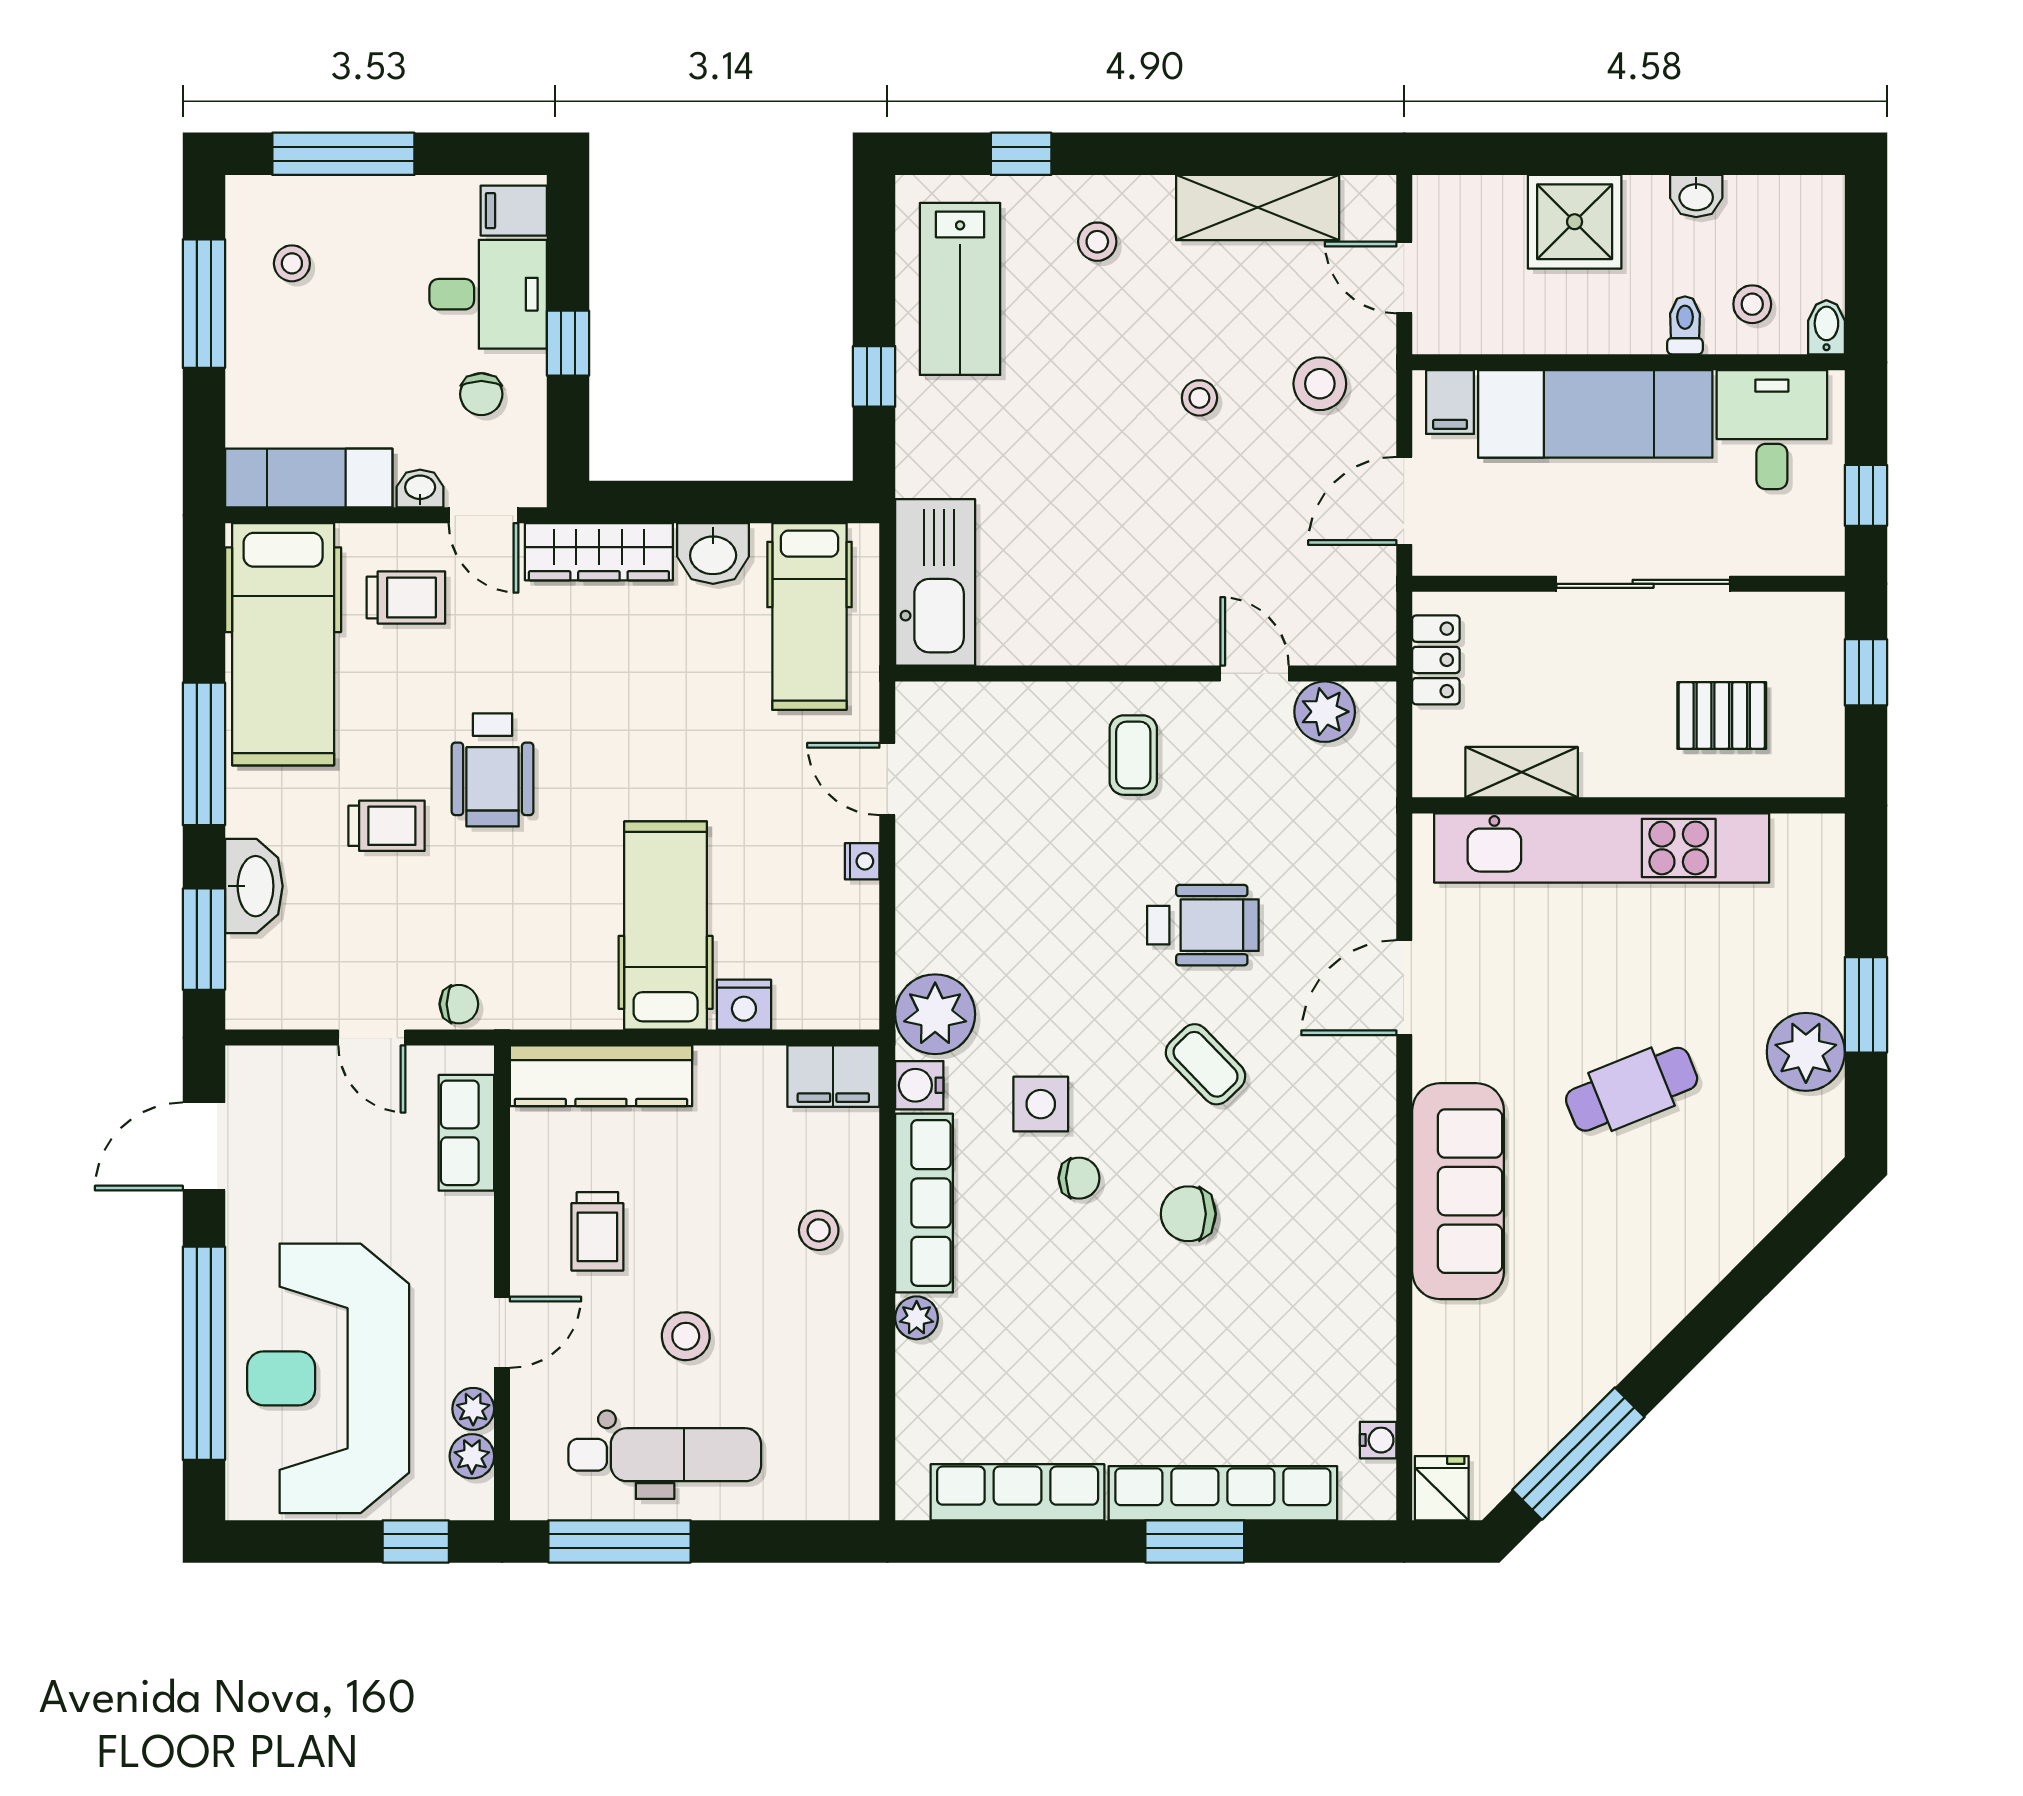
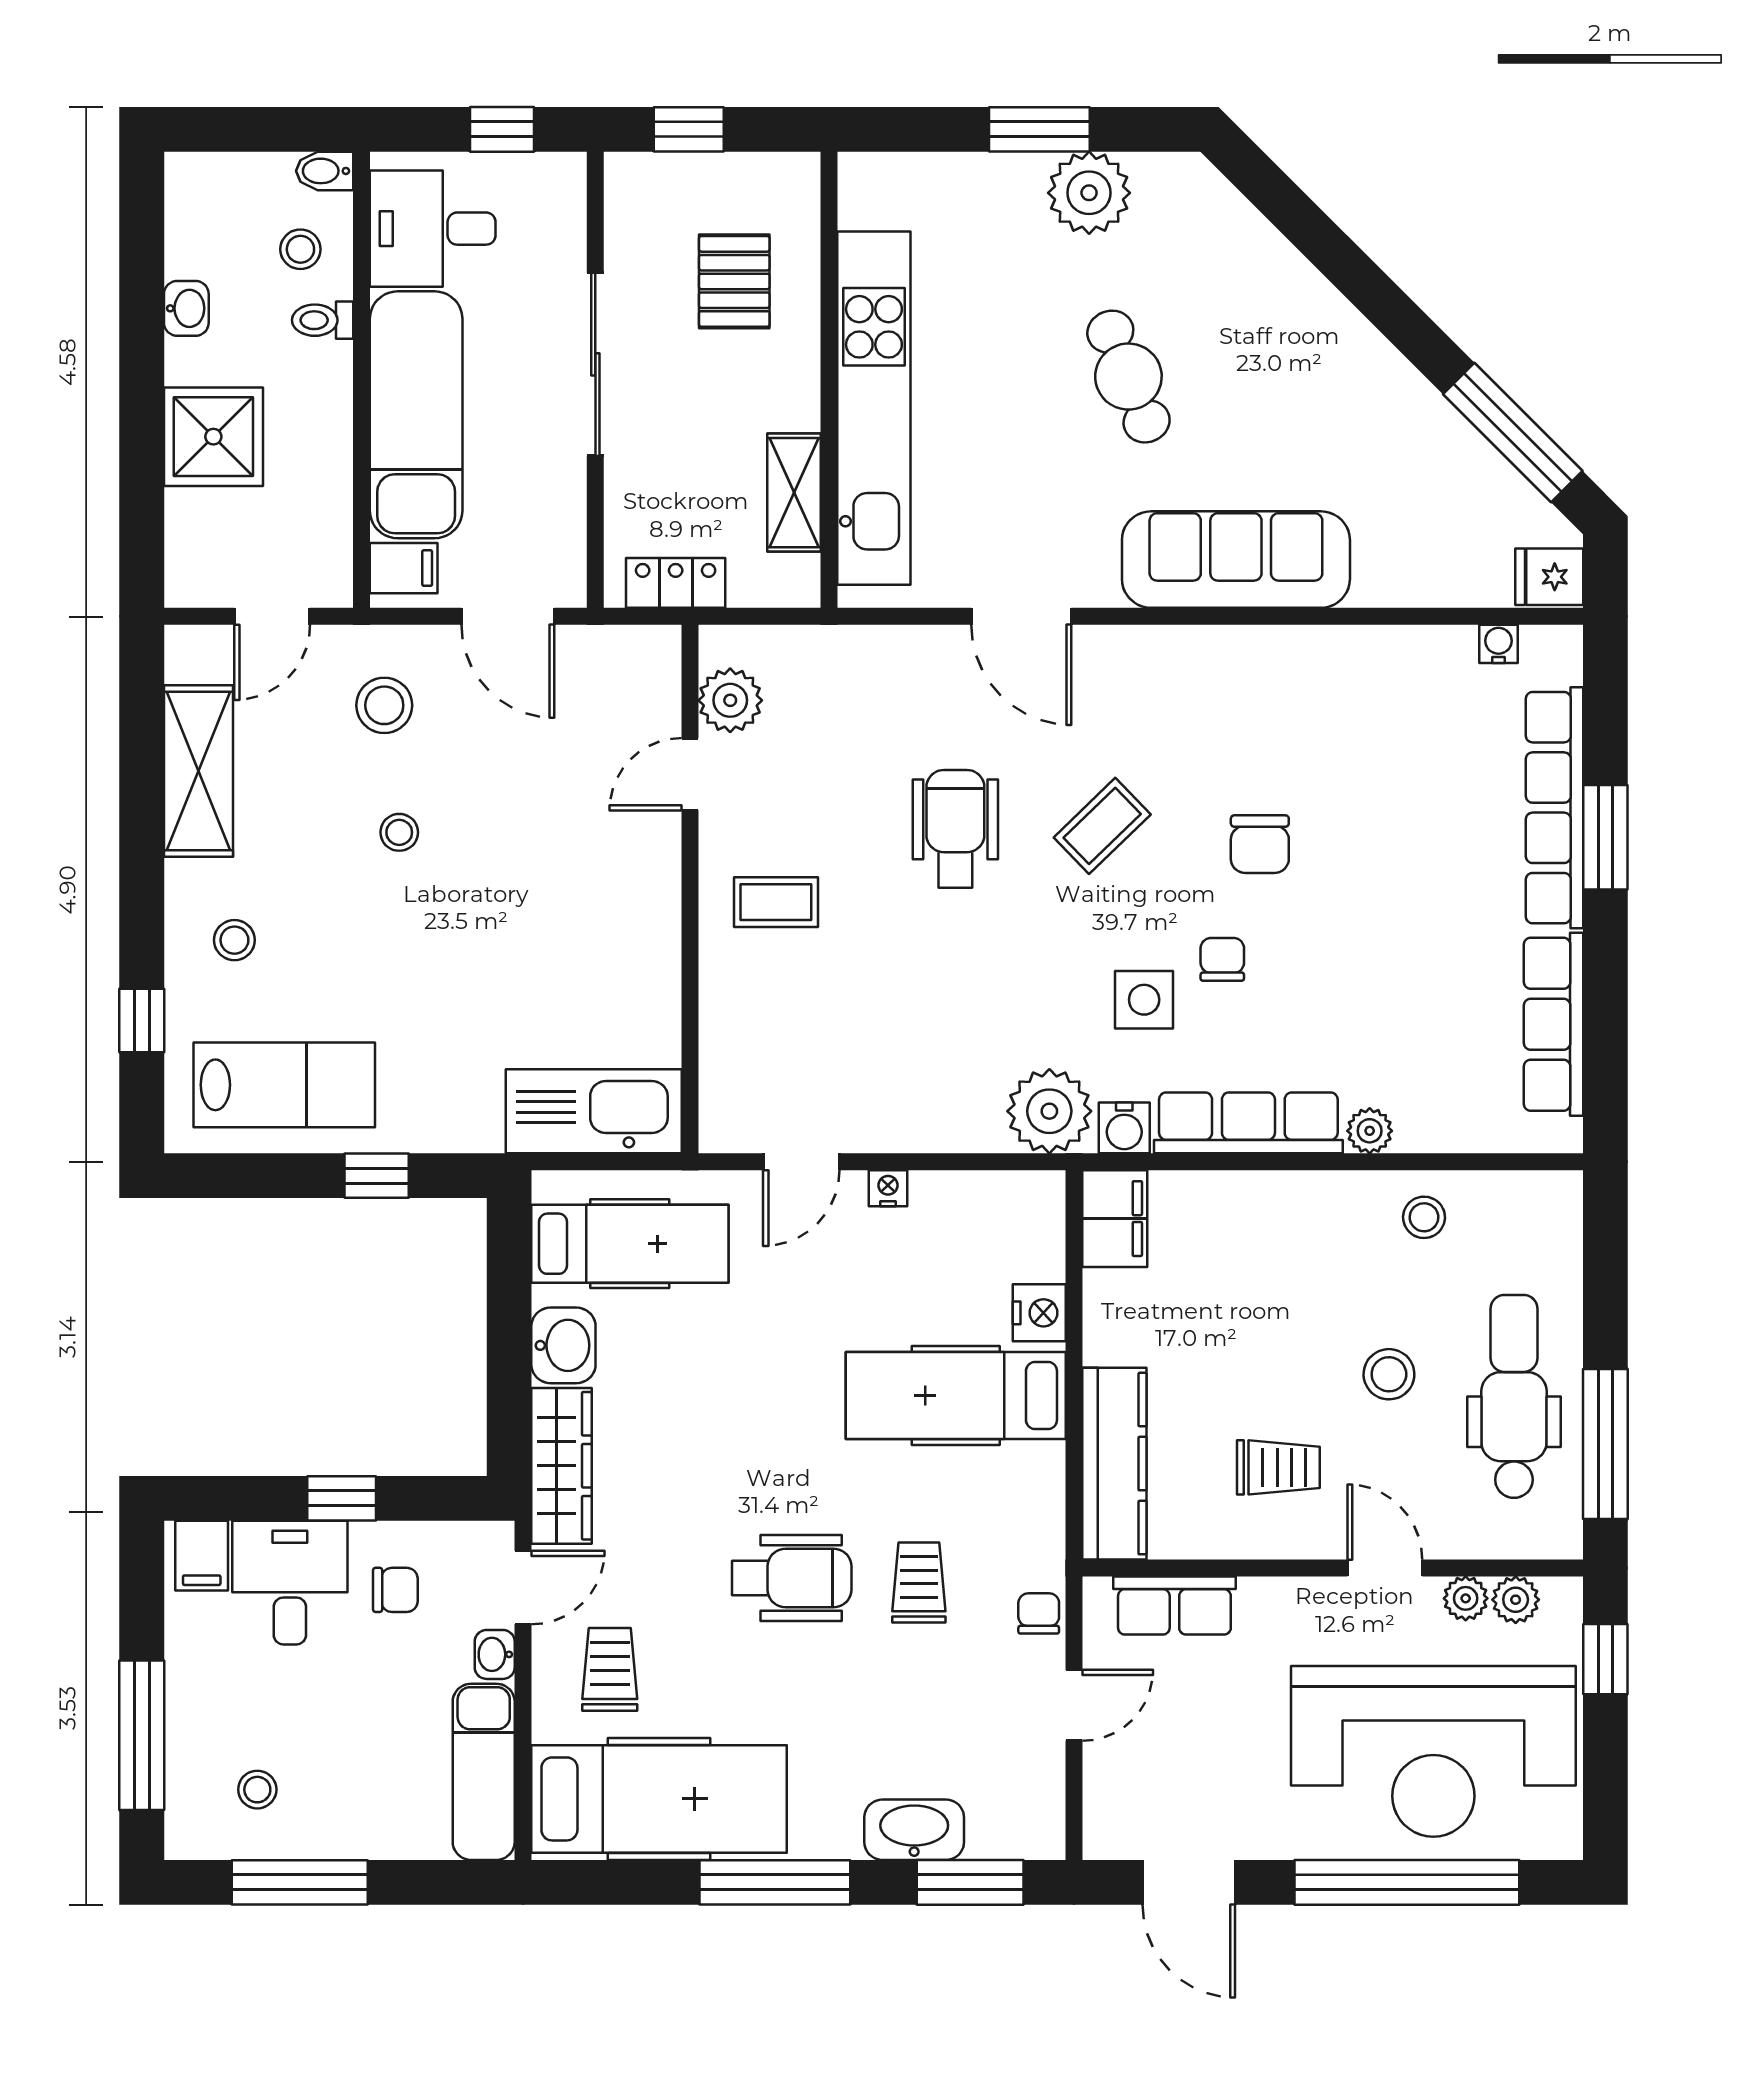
trolley: (387, 826) -> (919, 1583), moved
stool: (819, 1230) -> (1424, 1217), moved

